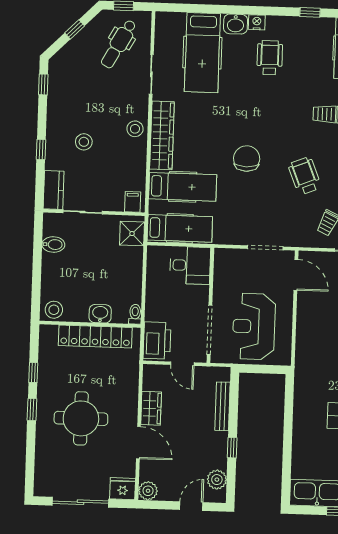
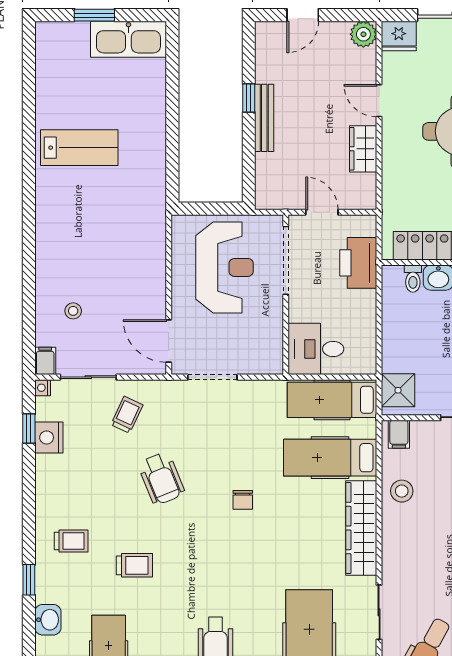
stool: (135, 129) -> (402, 491), moved
chair: (247, 159) -> (243, 500), width x0.54, depth x0.54
toilet: (135, 314) -> (413, 279), moved
printer: (157, 340) -> (358, 263), moved
bench: (222, 406) -> (264, 118), moved
door: (138, 443) -> (379, 101), width x0.73
plant: (217, 480) -> (268, 53), removed

